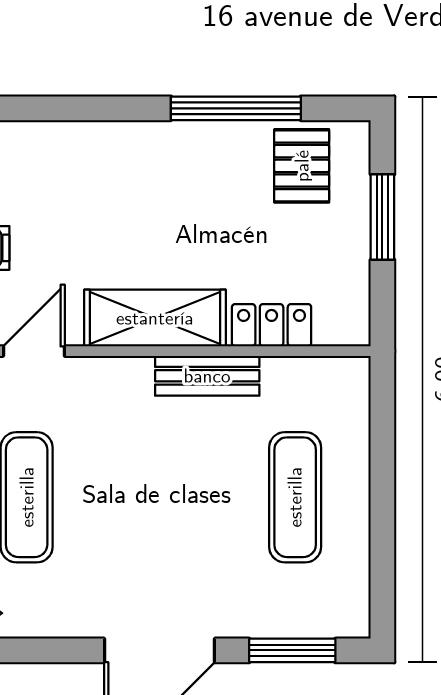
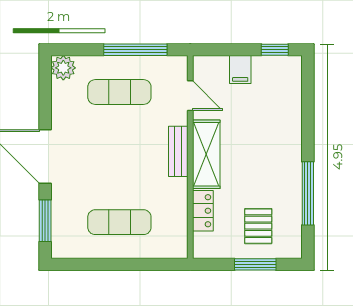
pallet: (302, 166) -> (258, 226), moved, turned 90
bench: (207, 376) -> (178, 151), moved

